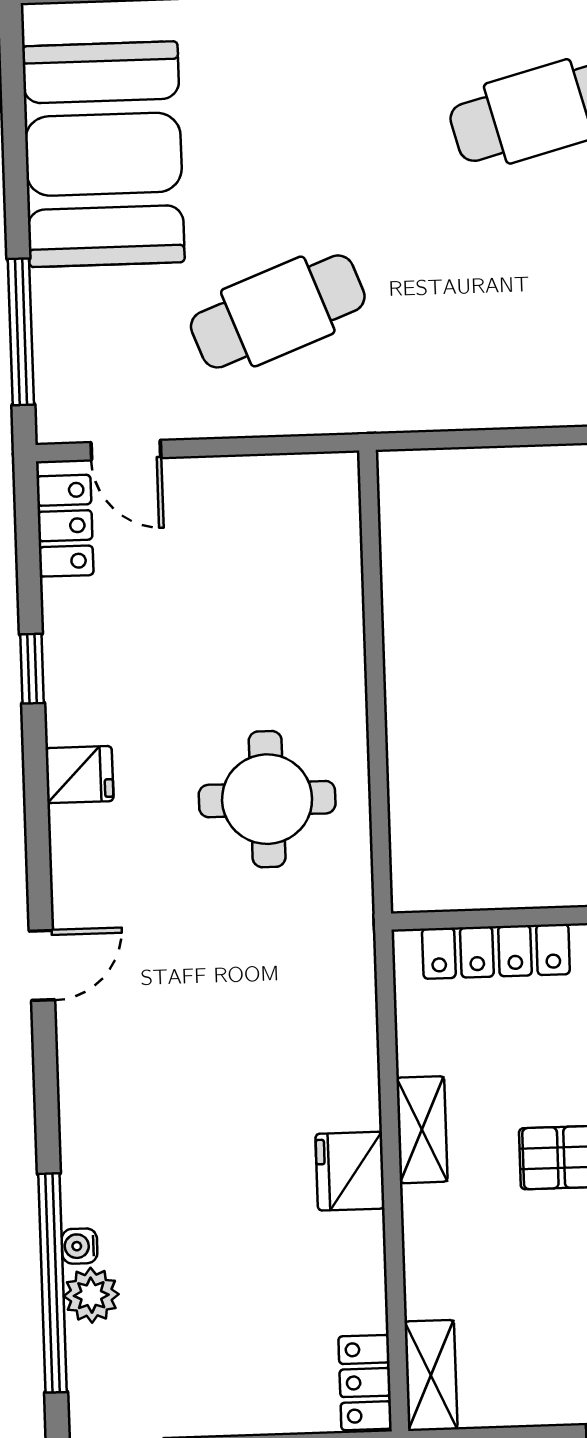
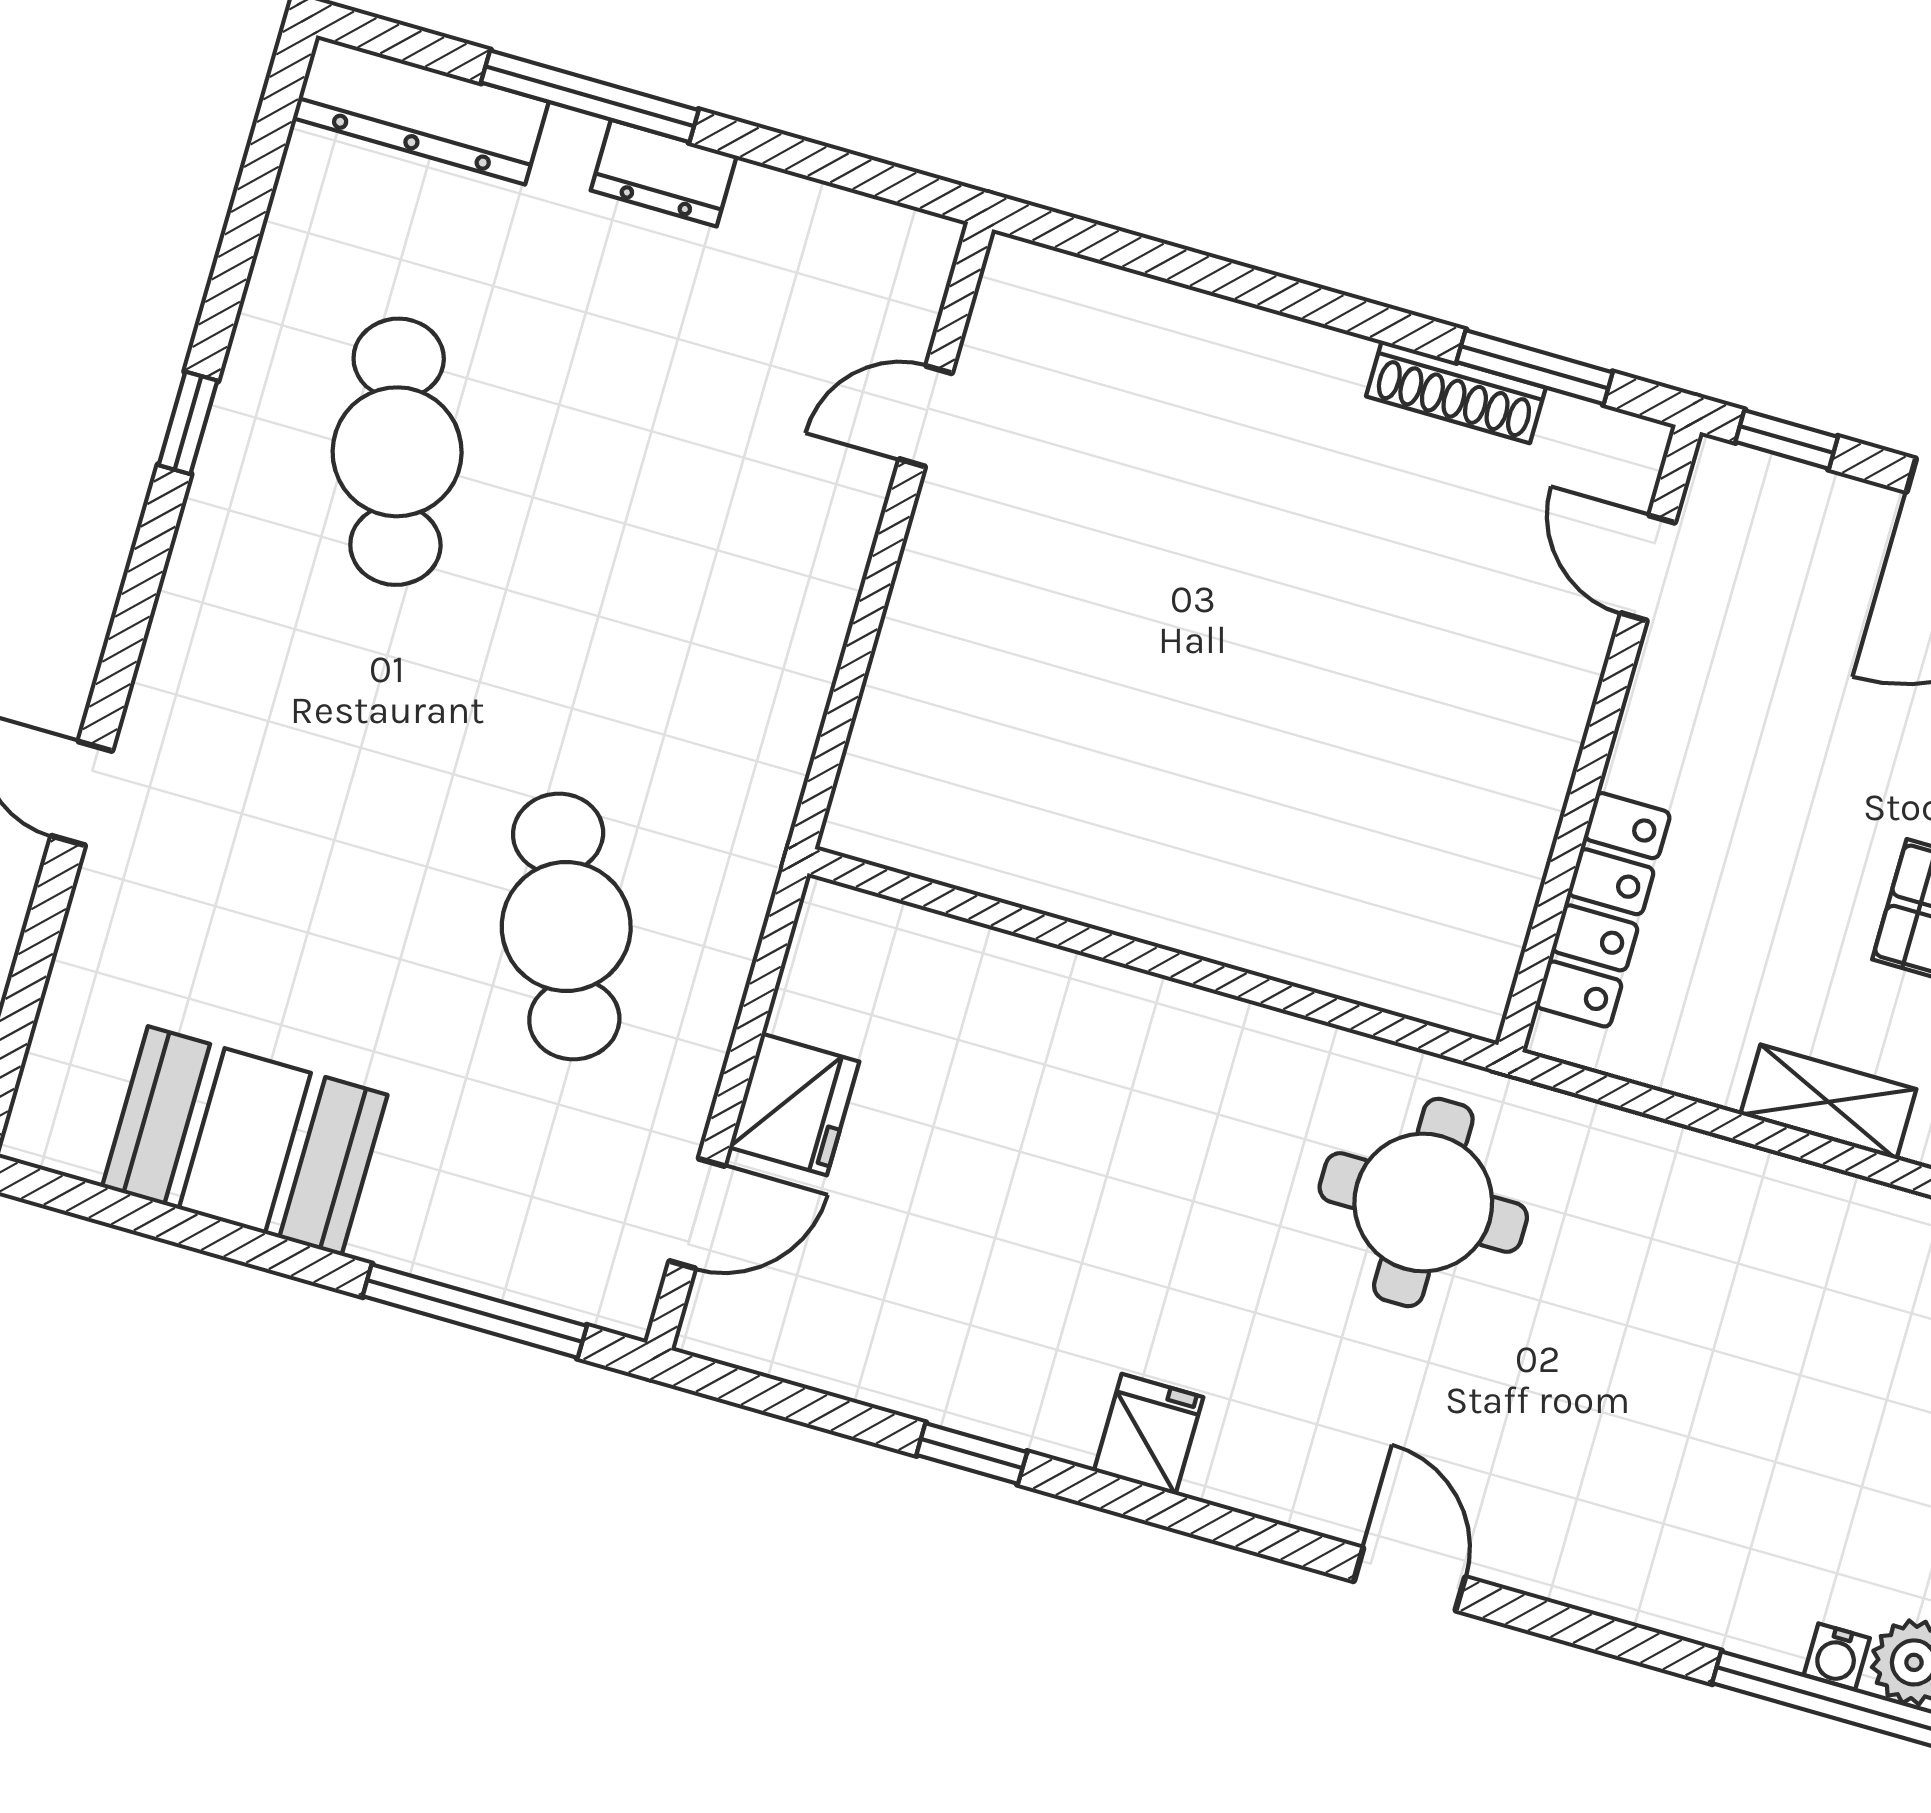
booth: (103, 154) -> (245, 1141), width x0.73, depth x0.70
locker: (65, 526) -> (778, 1338), removed
round table: (267, 799) -> (1423, 1202), moved
fridge: (350, 1171) -> (794, 1104), moved, turned -90

